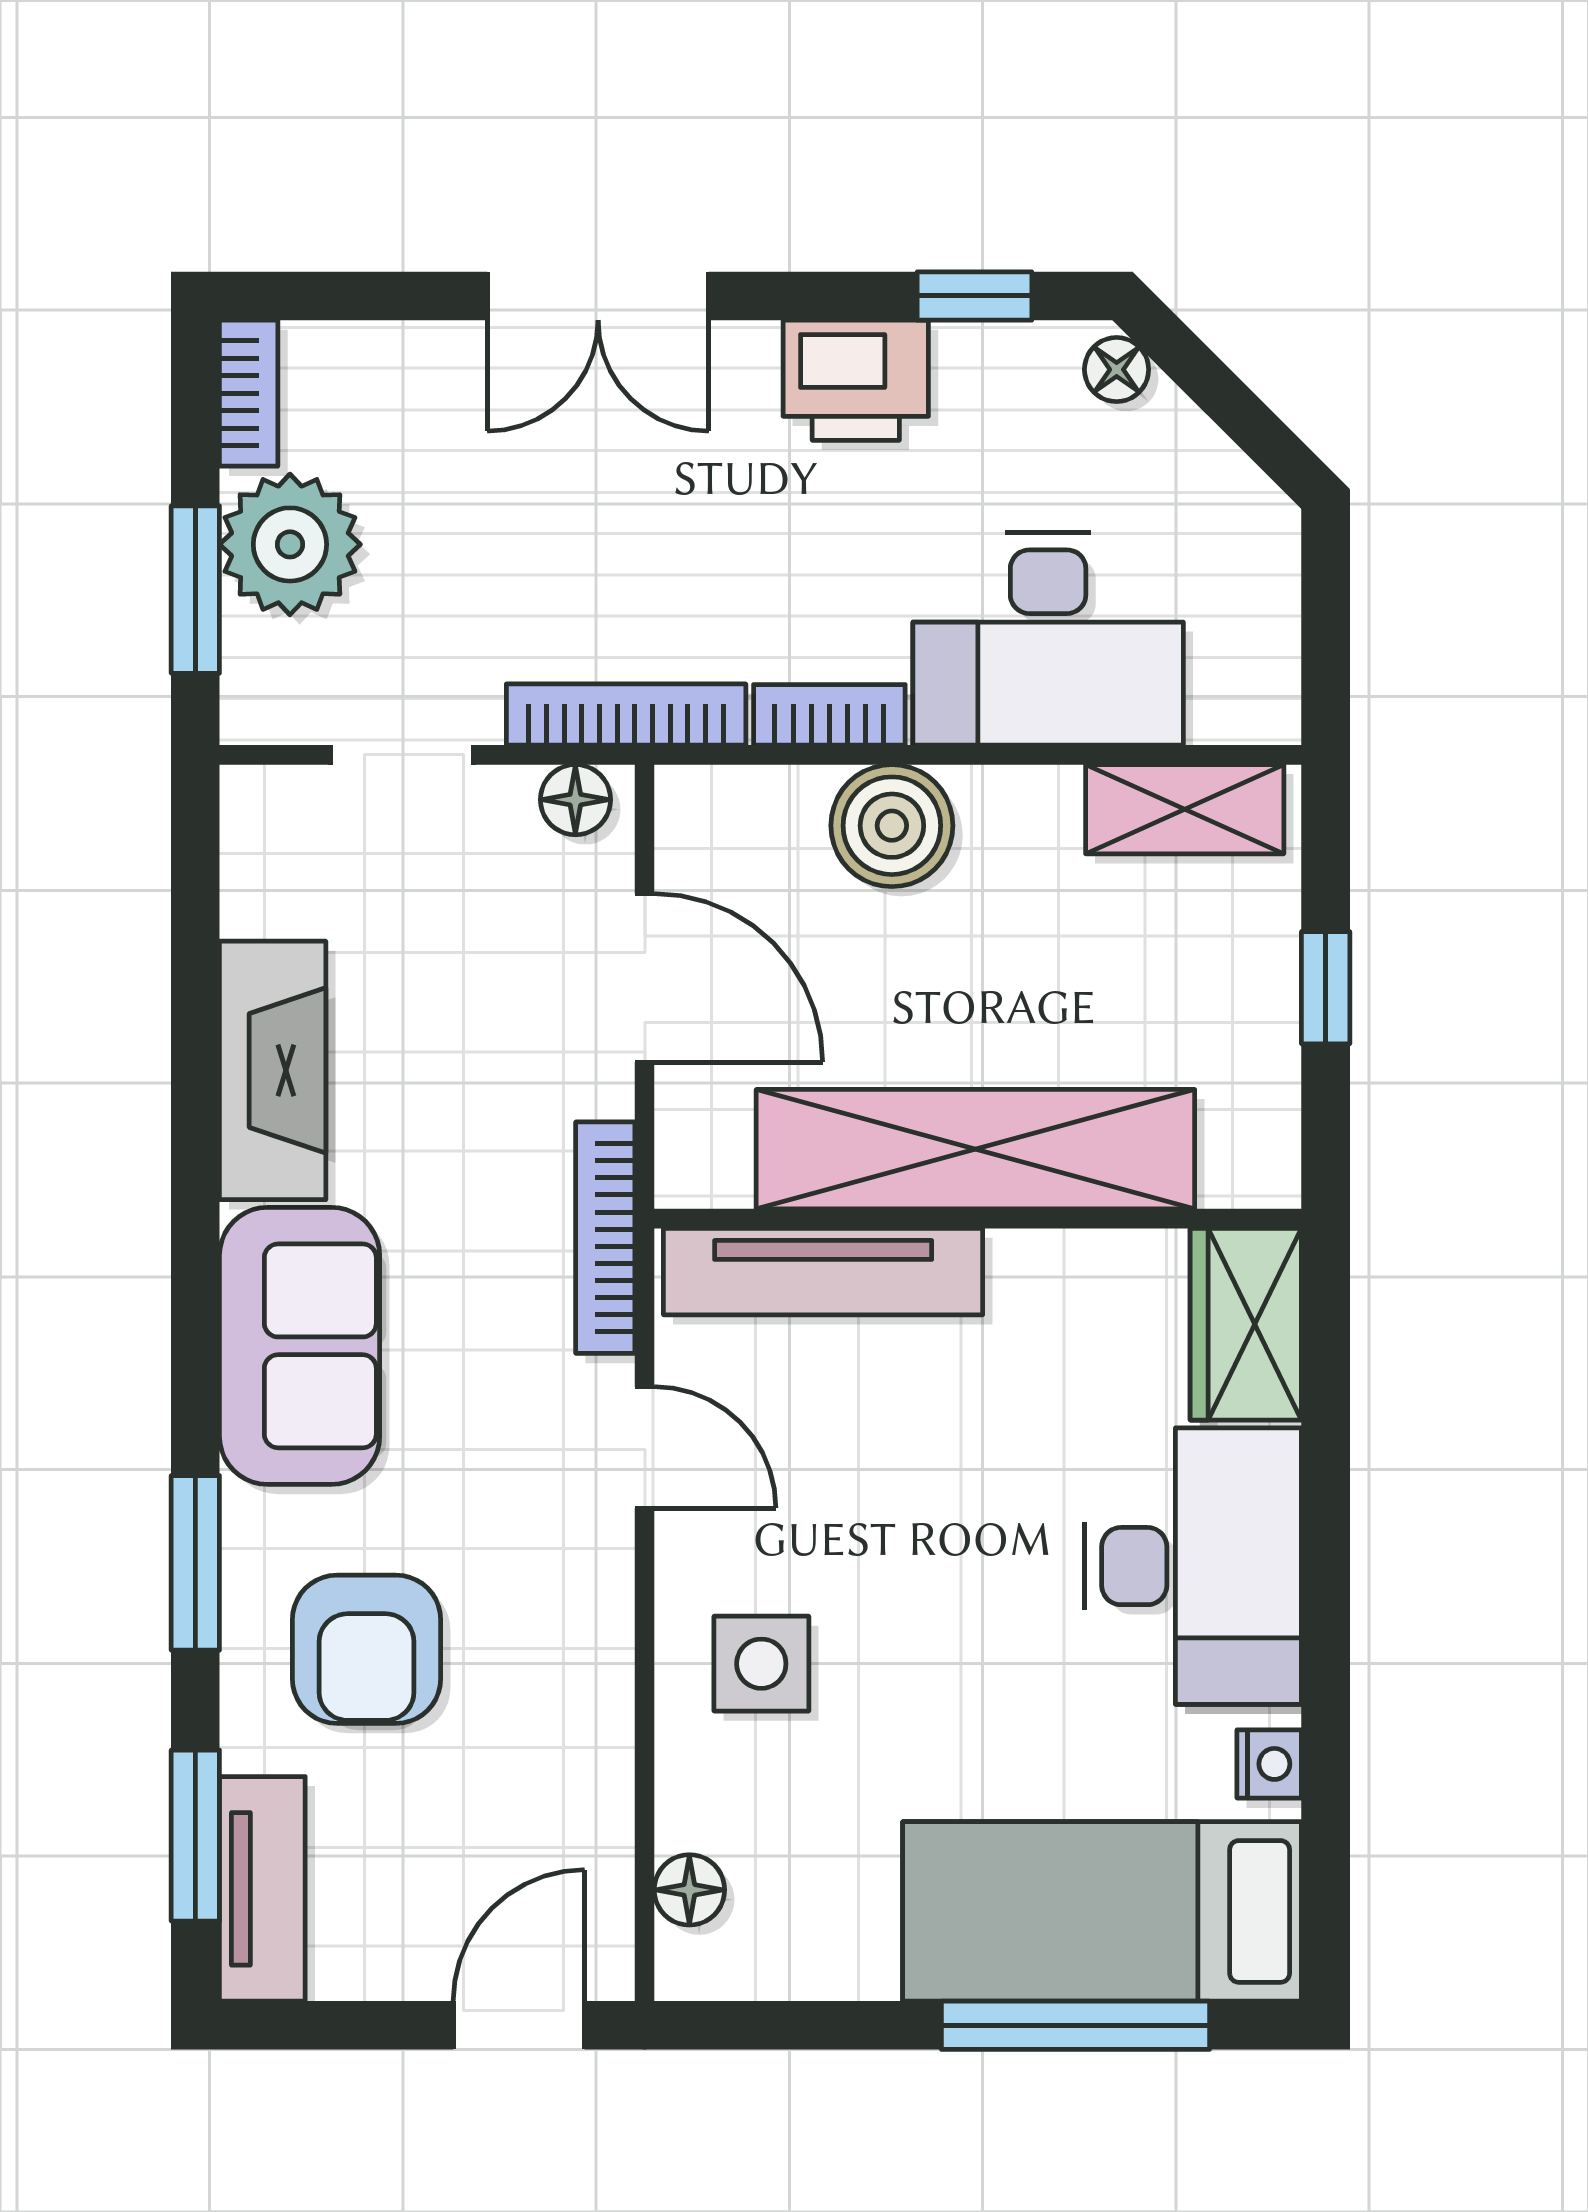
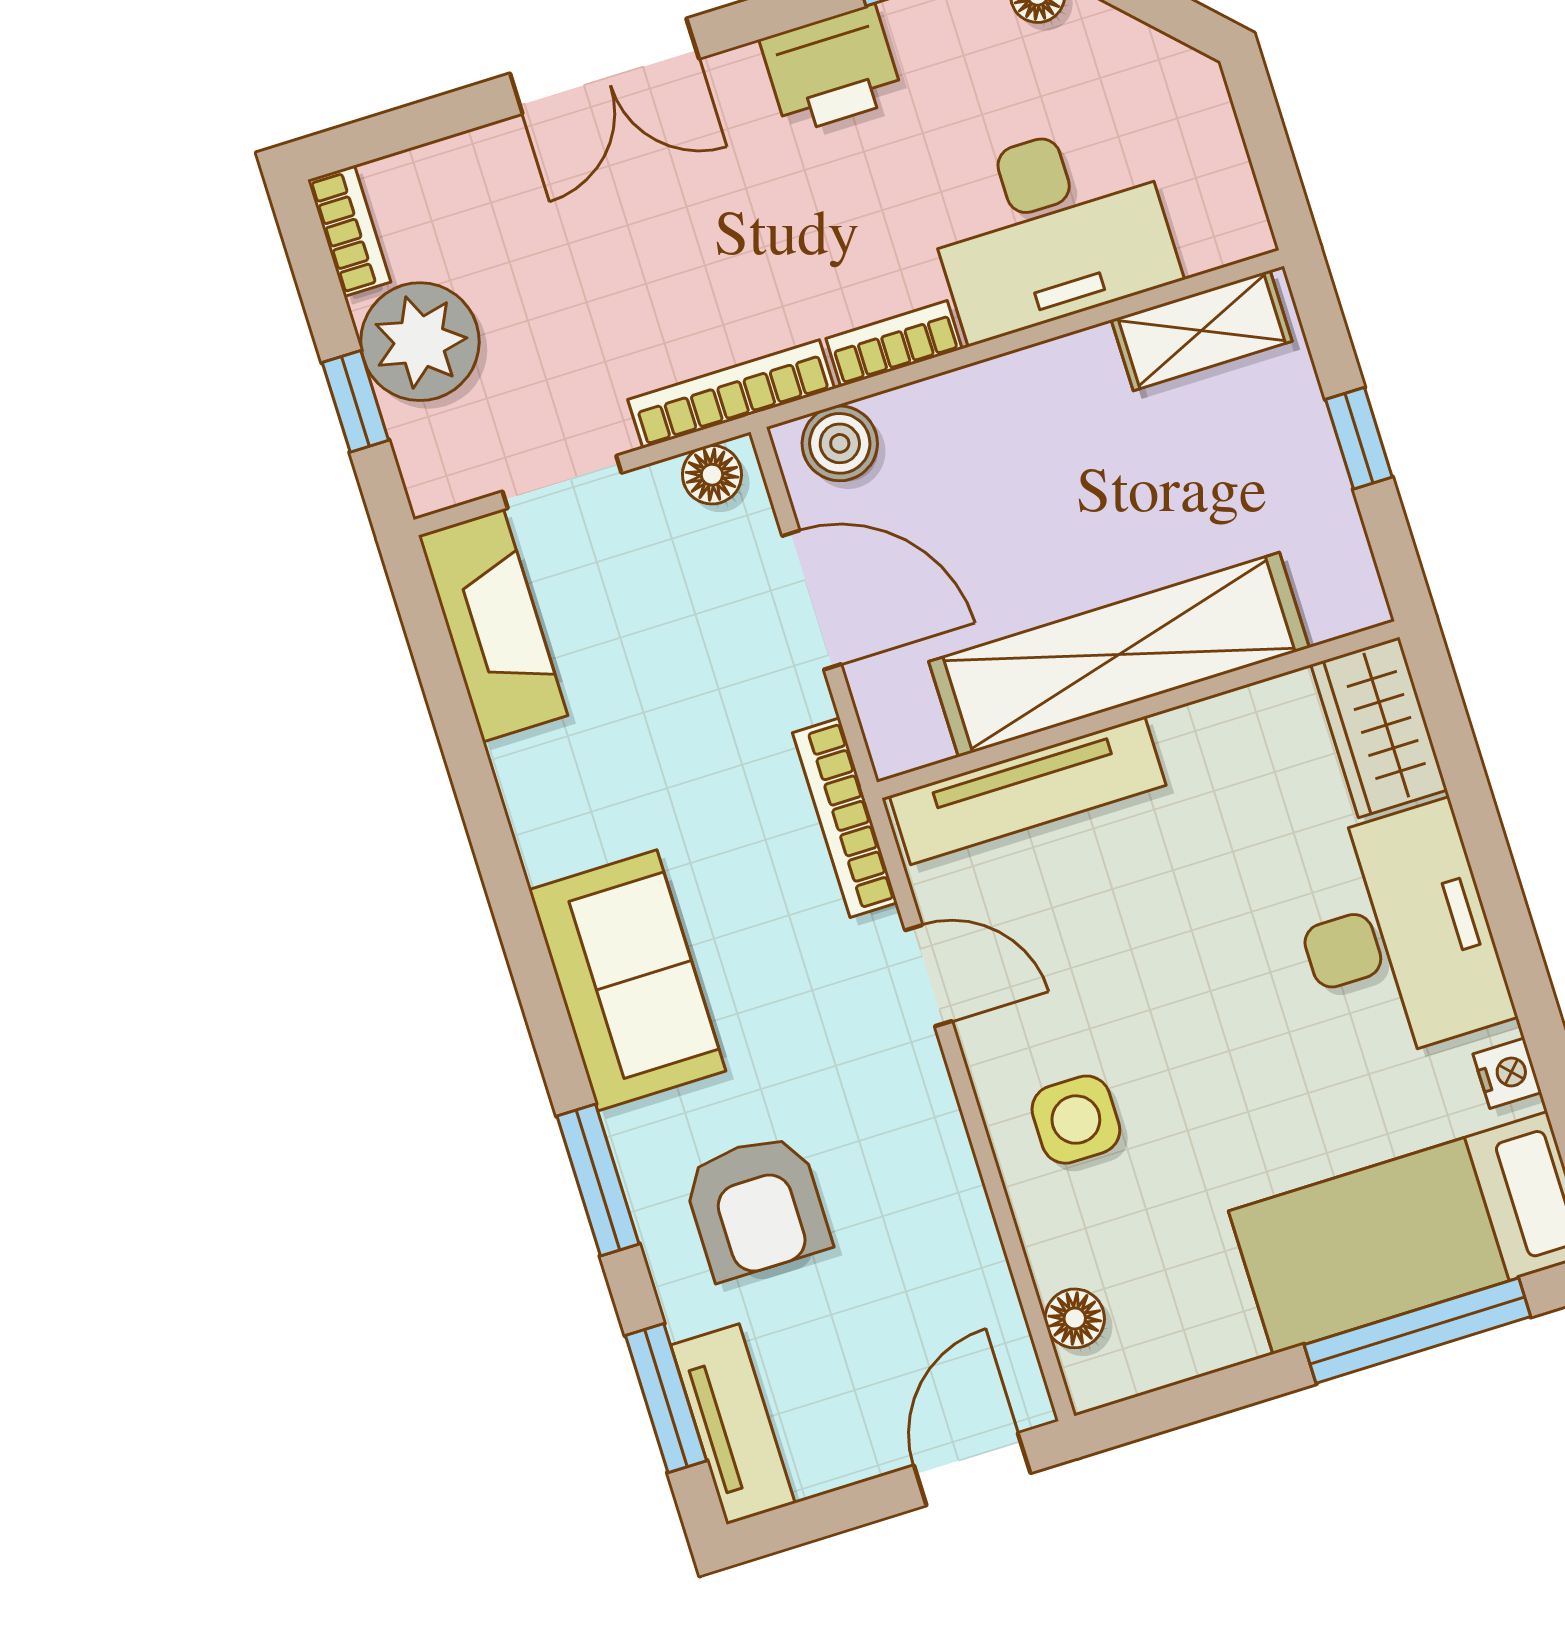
window: (195, 590) -> (355, 401), width x0.67
boiler: (892, 826) -> (840, 443), moved, width x0.73, depth x0.73
fireplace: (273, 1070) -> (493, 625), moved

